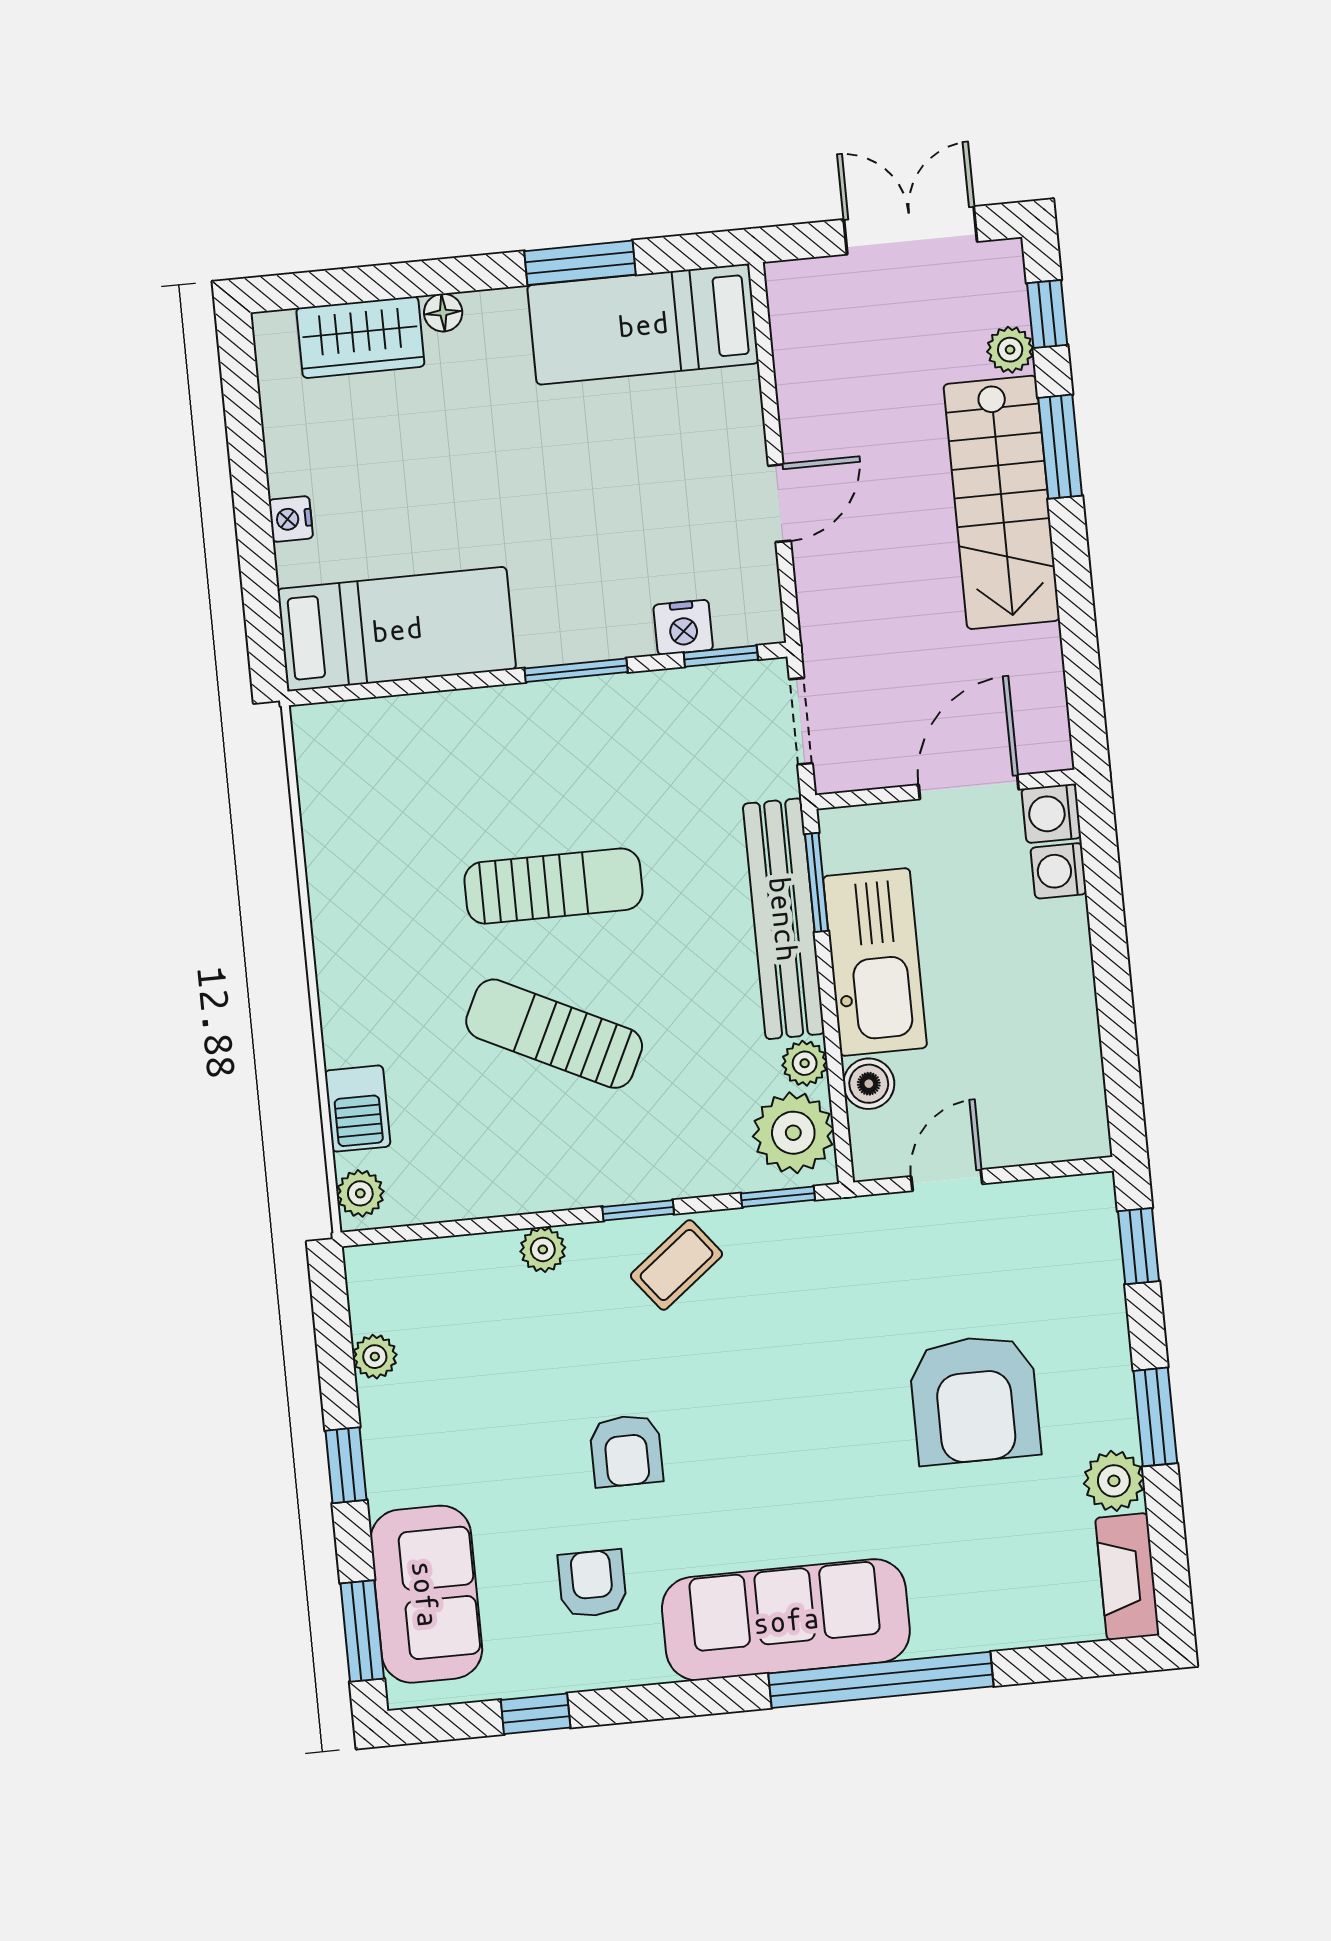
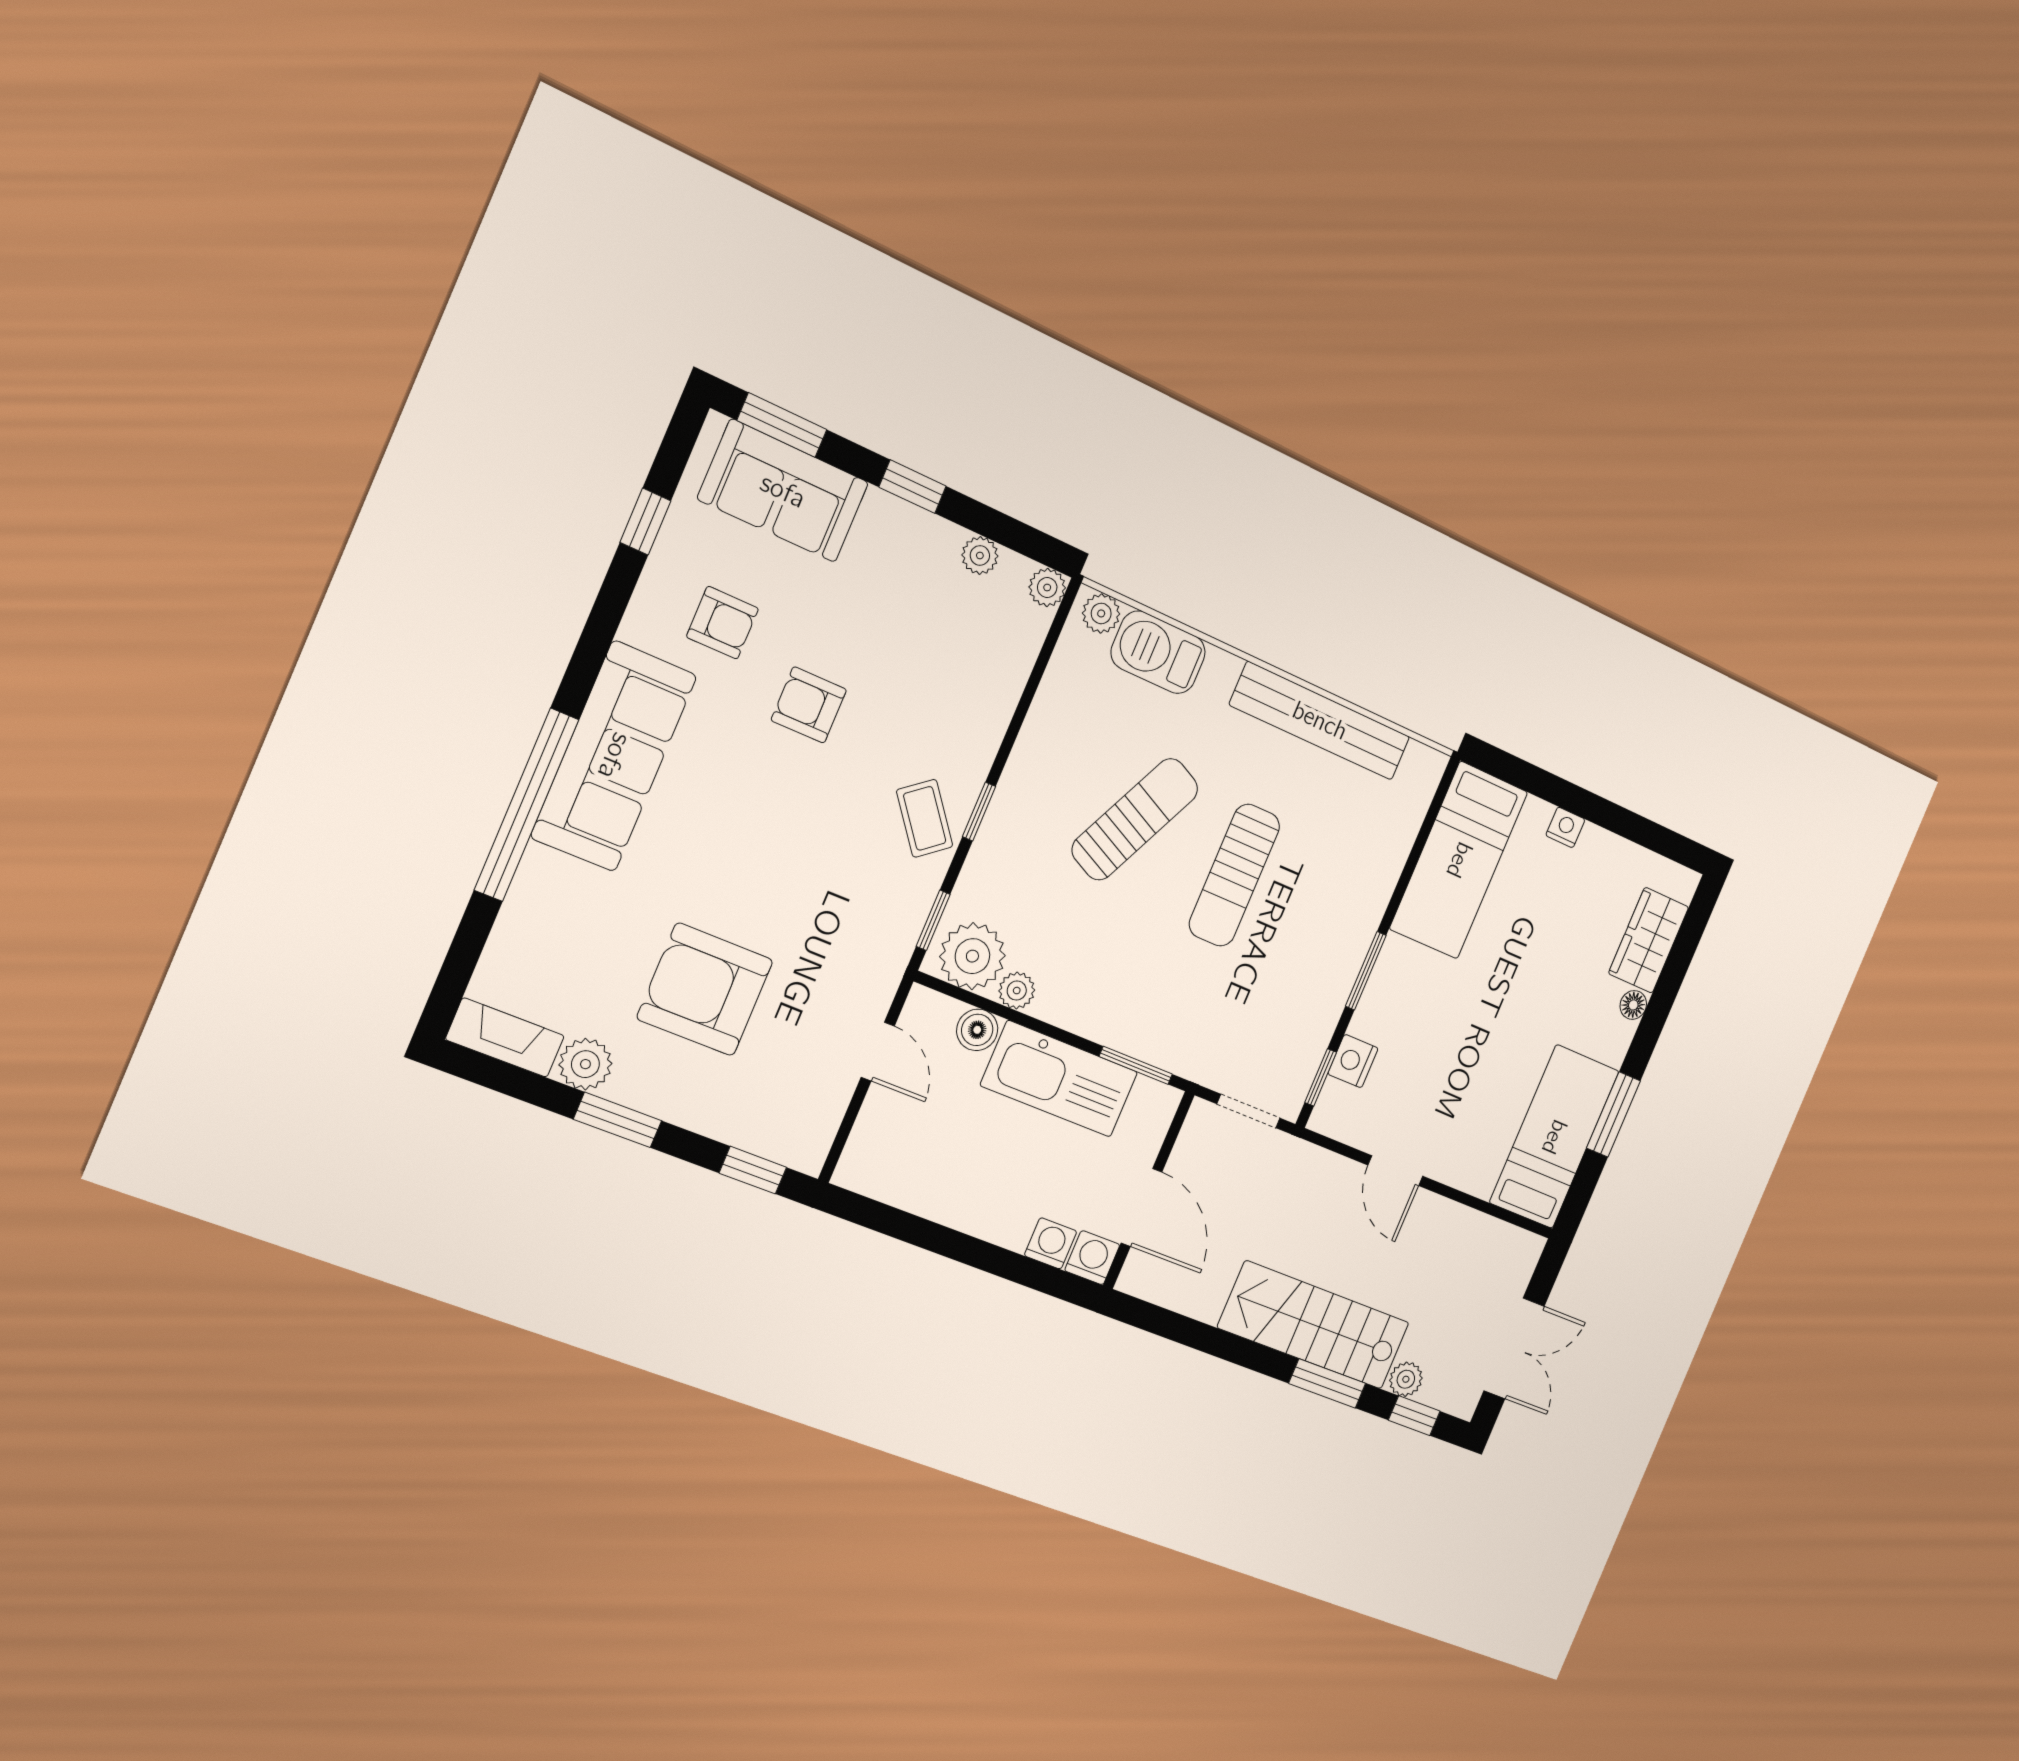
bench: (784, 919) -> (1320, 721), moved
barbecue: (358, 1109) -> (1158, 652), width x1.38, depth x1.27
plant: (543, 1249) -> (1047, 587), moved

